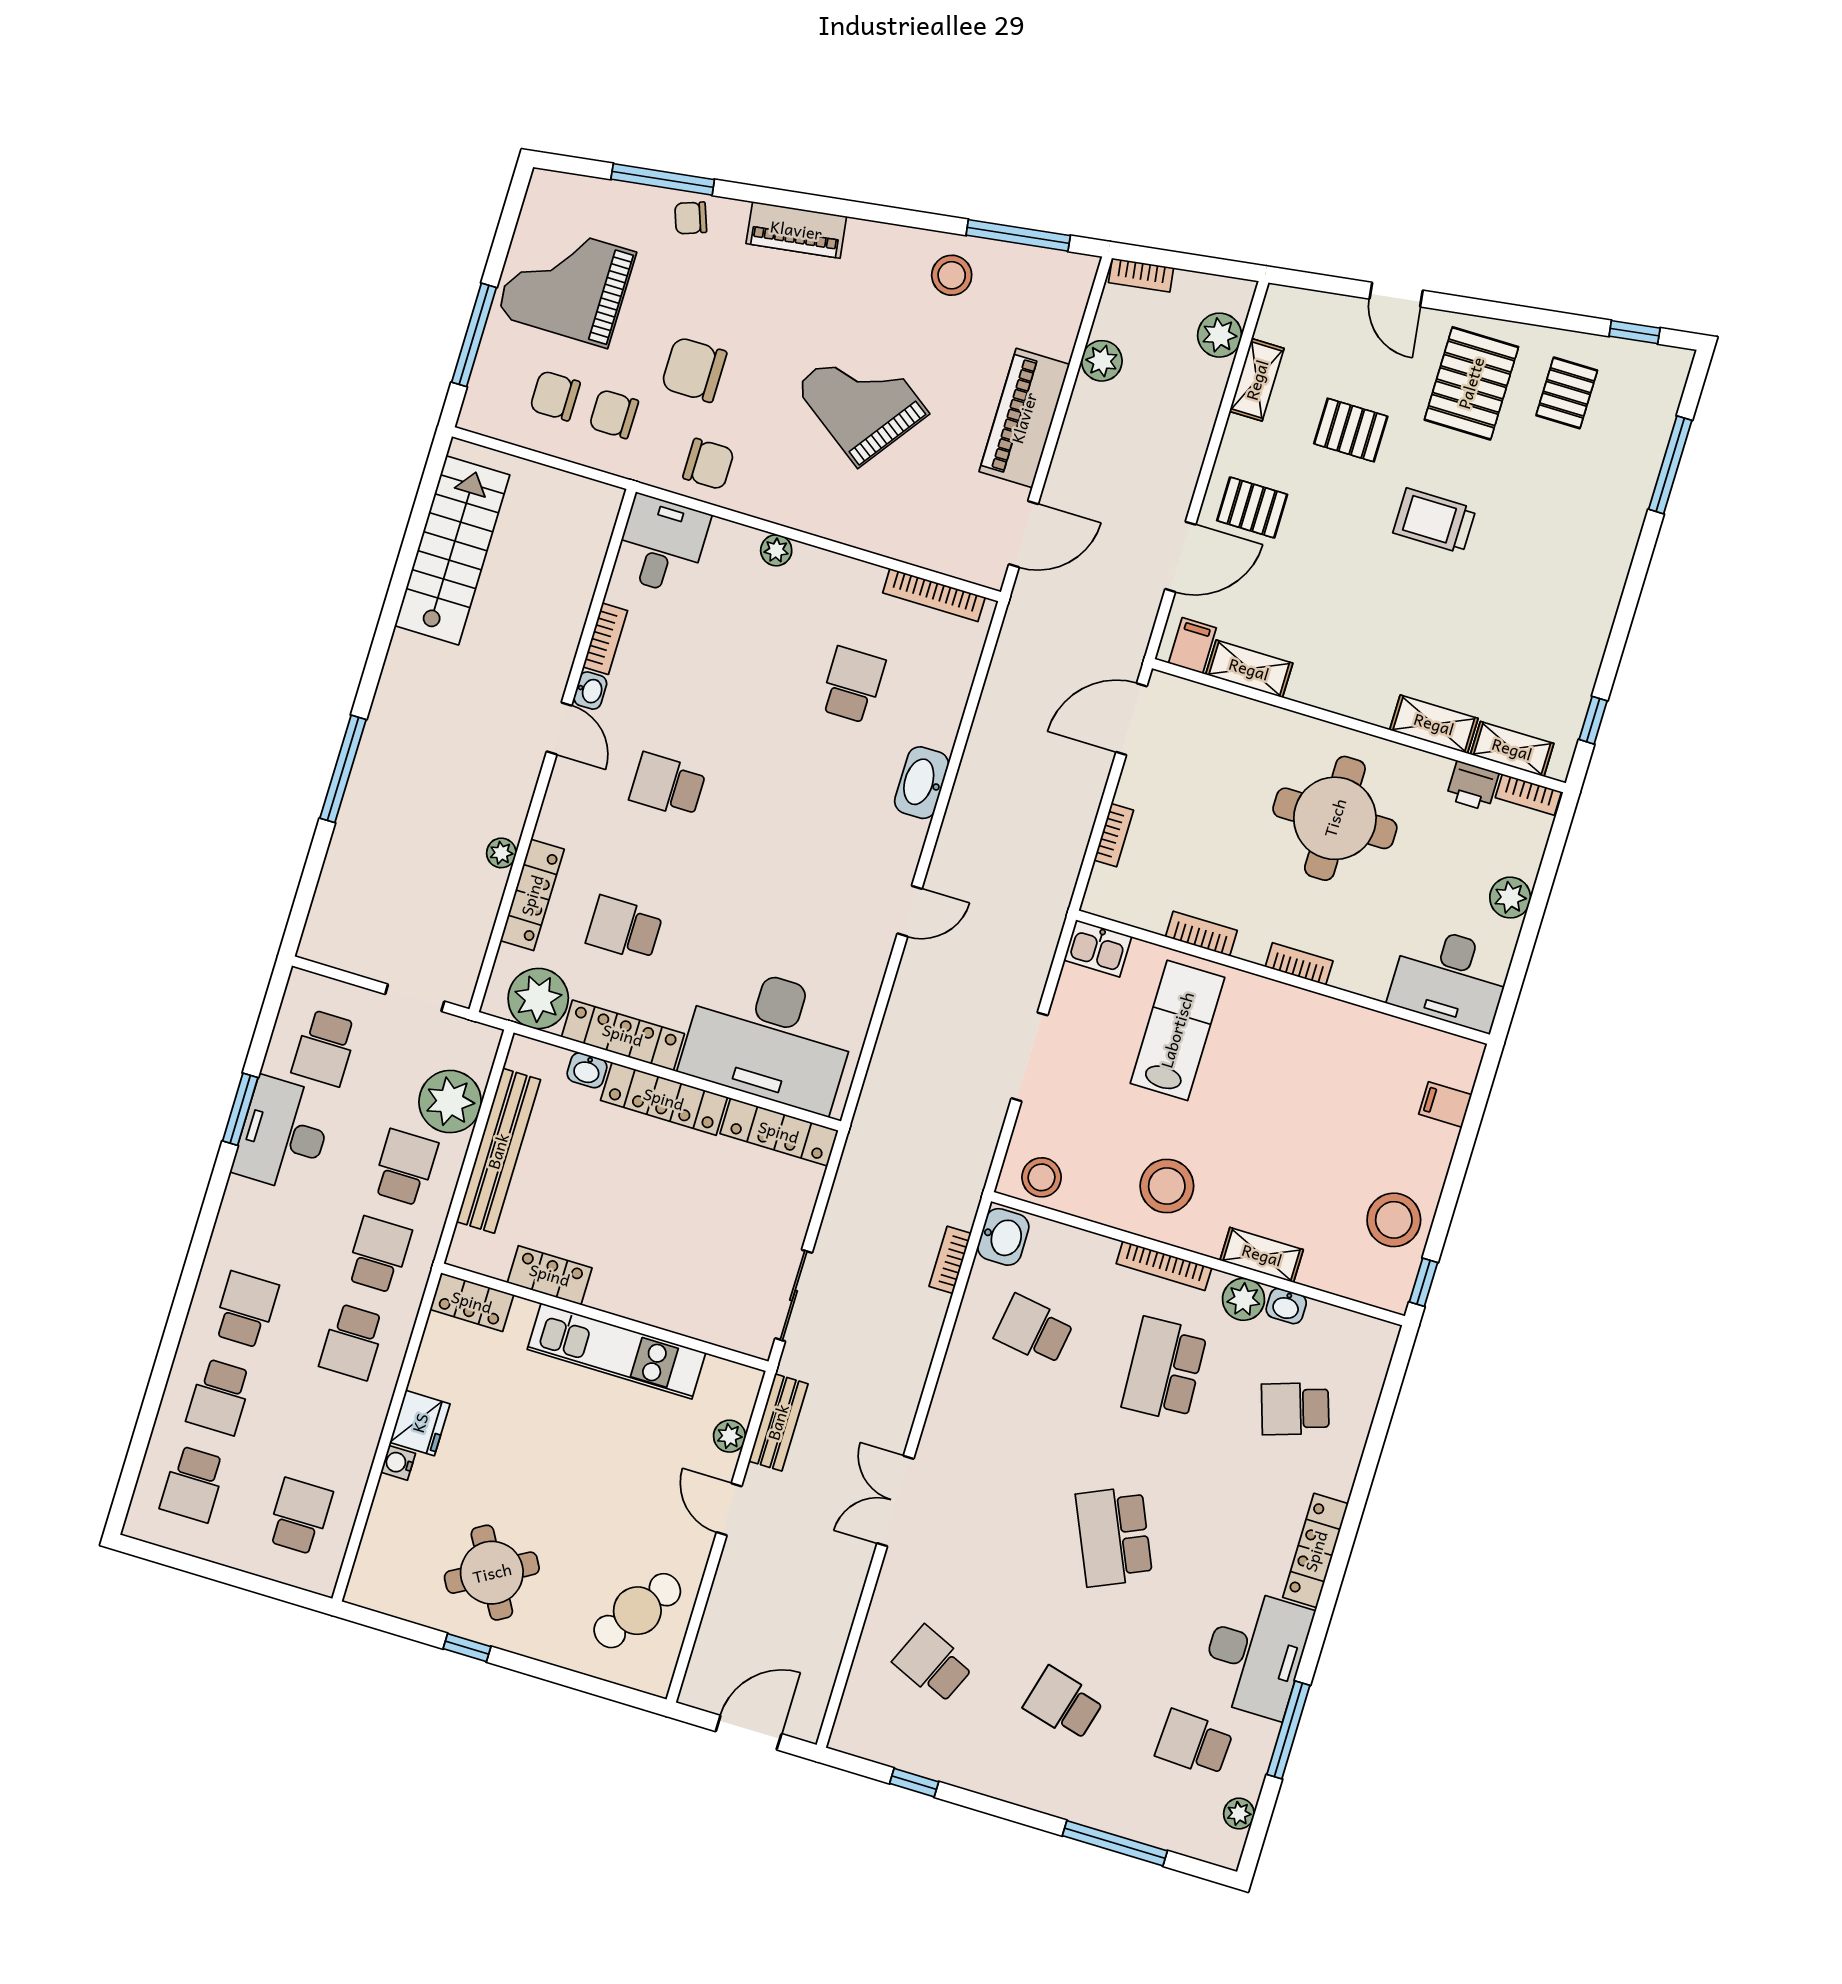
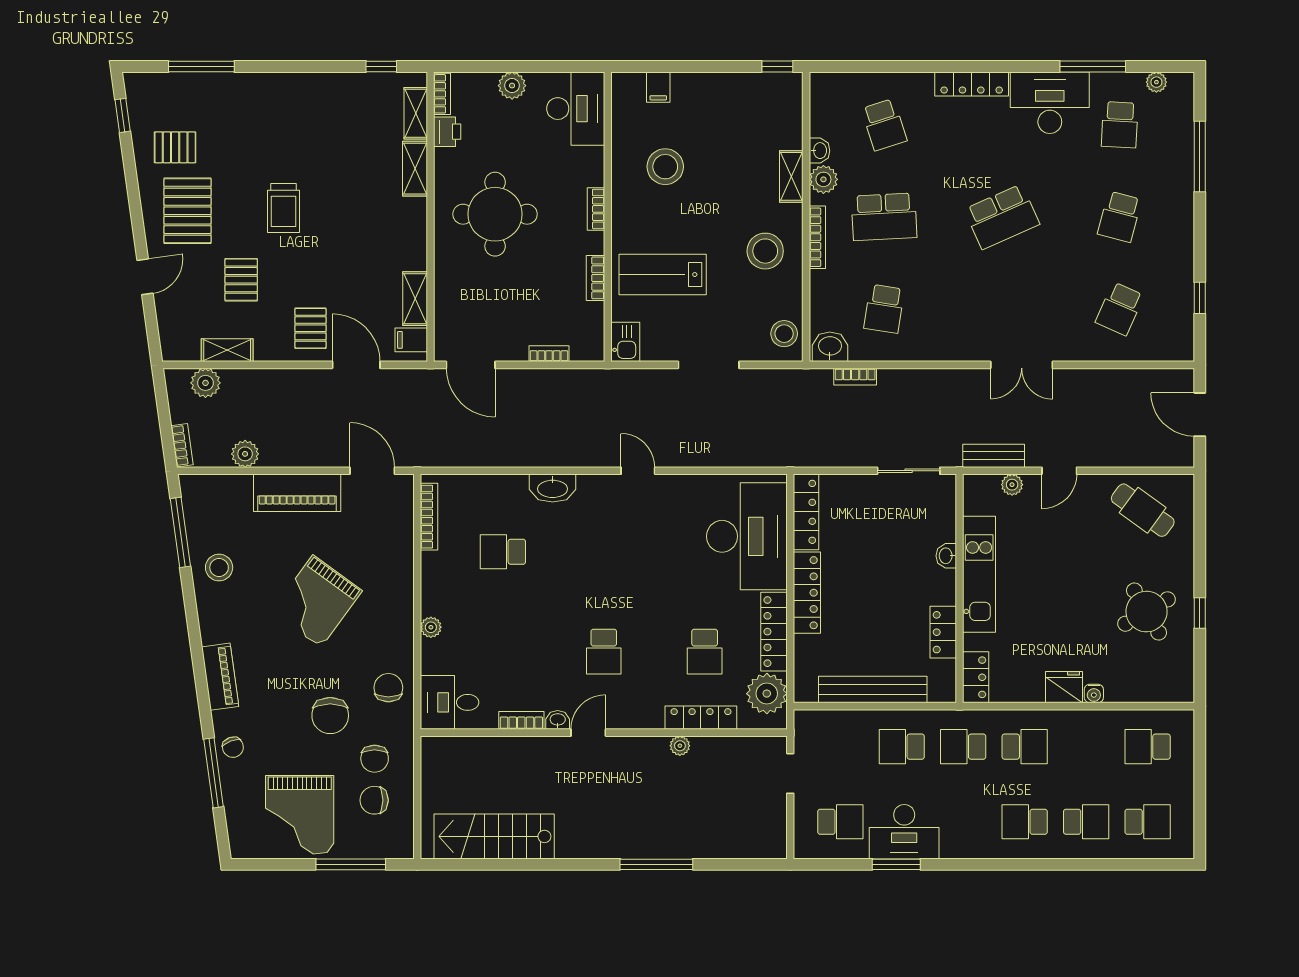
pallet: (1471, 383) -> (188, 211), turned 90
chair: (555, 396) -> (374, 800), turned 90
washbasin: (587, 1070) -> (946, 556), moved, turned 180
plant: (450, 1102) -> (850, 730), removed
stool: (1394, 1220) -> (665, 167), moved

